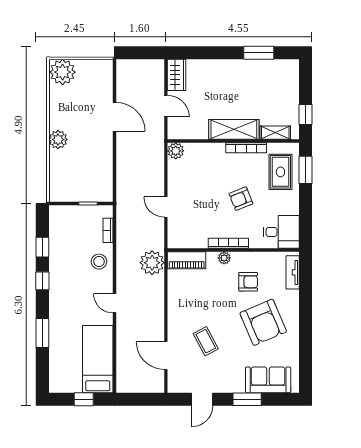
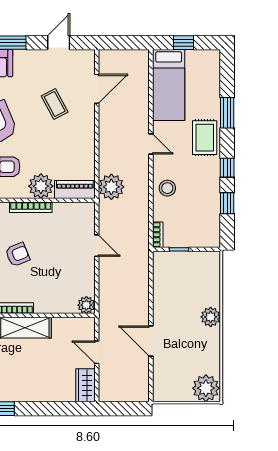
bookcase: (108, 230) -> (158, 235), moved
plant: (224, 258) -> (41, 186), width x1.87, depth x1.87
rug: (64, 309) -> (205, 138), added
door: (166, 356) -> (97, 89), hinge flipped

